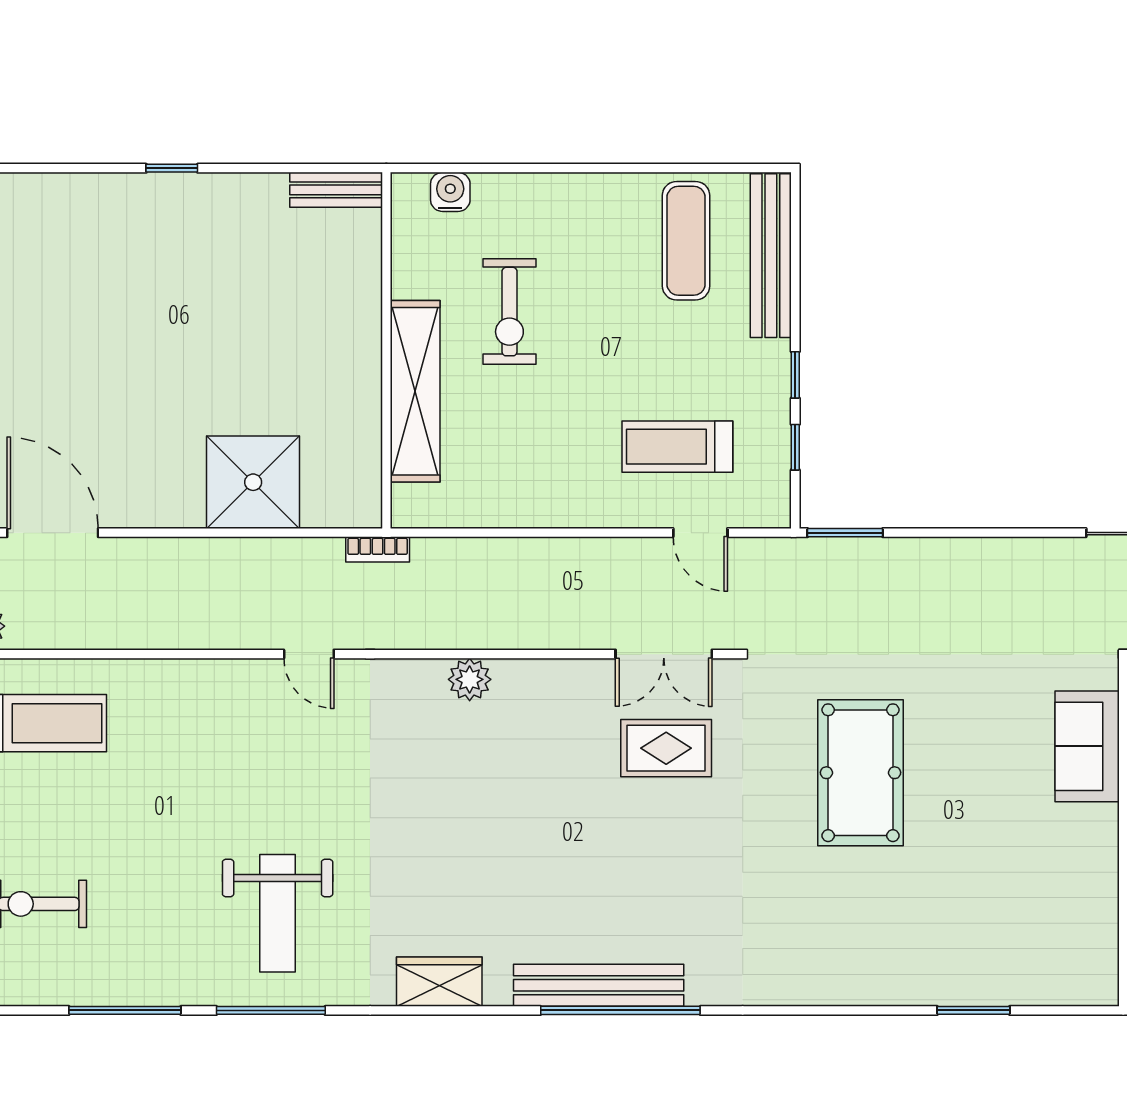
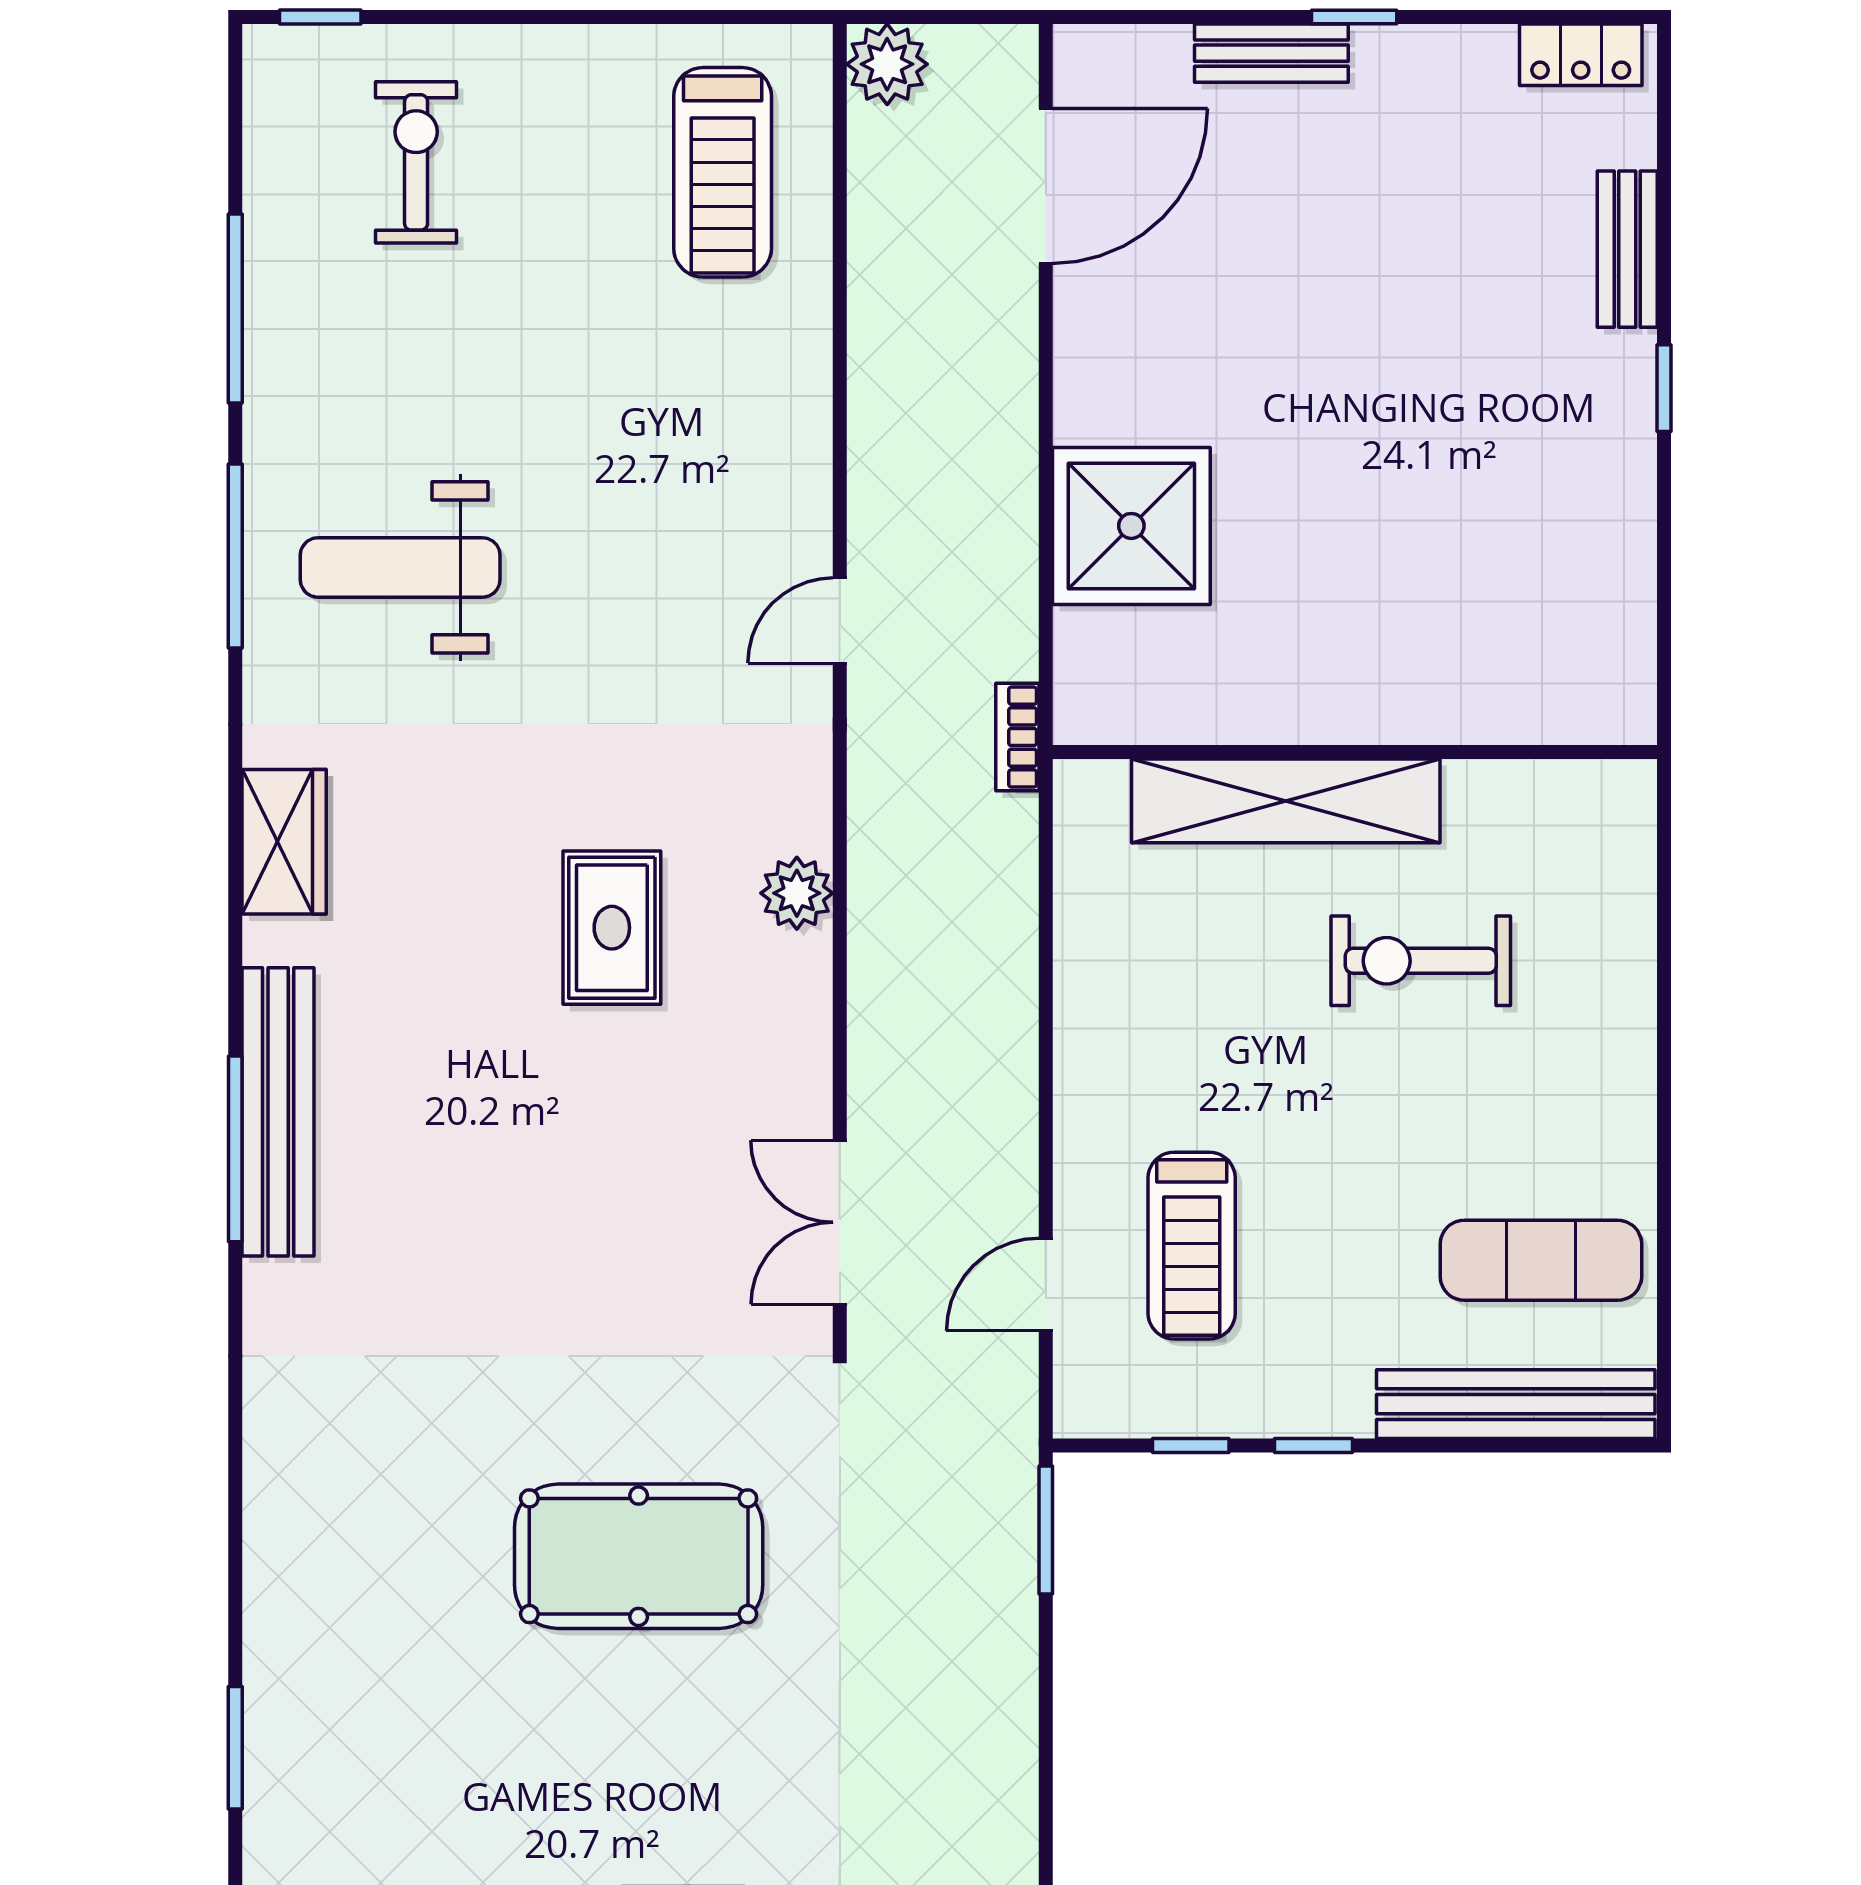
bench: (336, 190) -> (1627, 249), moved
water cooler: (450, 192) -> (1624, 860), removed
treadmill: (677, 447) -> (1192, 1246), turned 180
rug: (666, 748) -> (612, 928), moved
window: (620, 1010) -> (235, 1149), width x0.68

